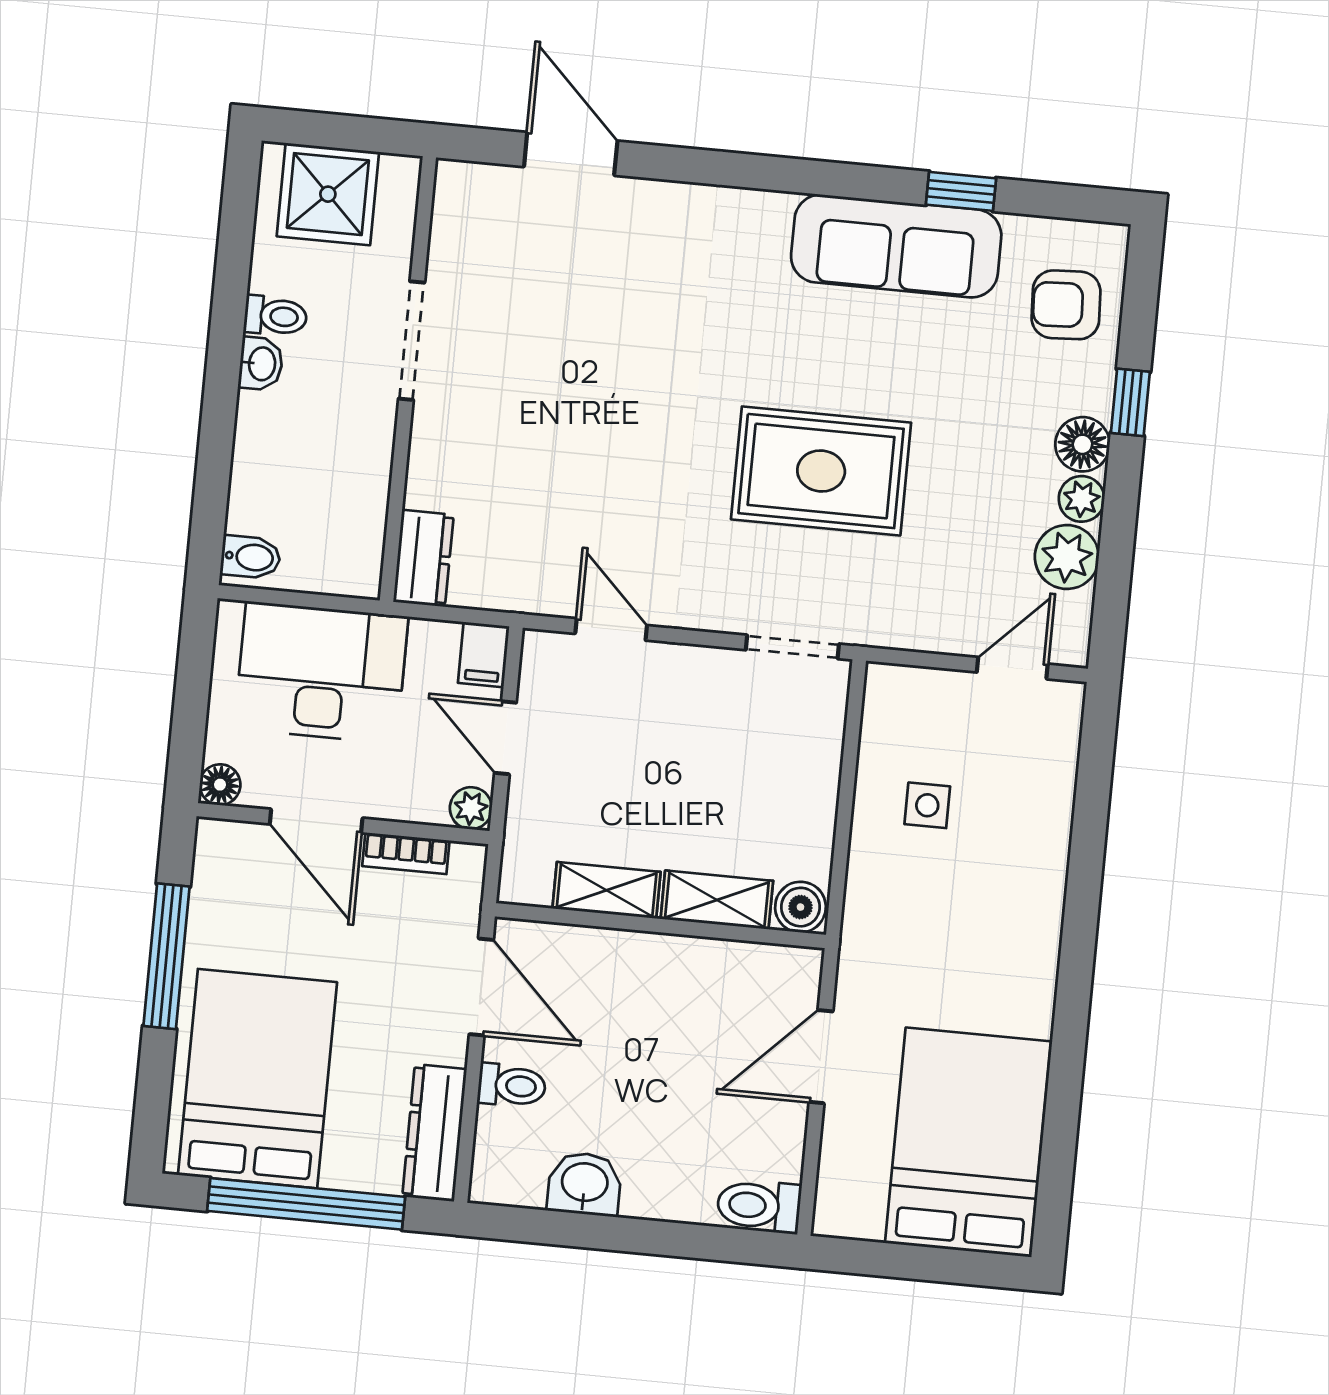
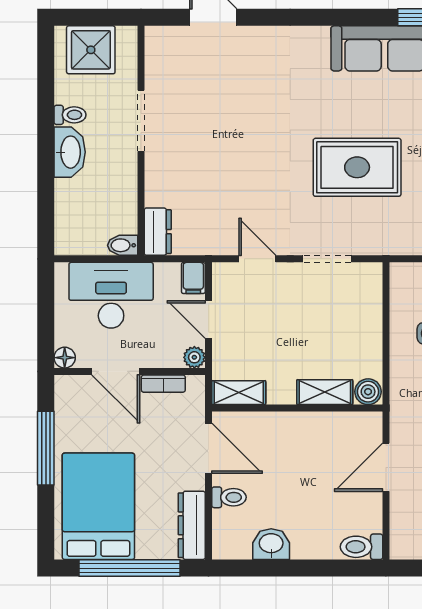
washbasin: (261, 364) -> (70, 152), width x1.91, depth x1.45
bidet: (251, 557) -> (123, 245), moved, turned 180
doorway: (792, 647) -> (327, 259), moved
shelving: (607, 890) -> (239, 393), moved

